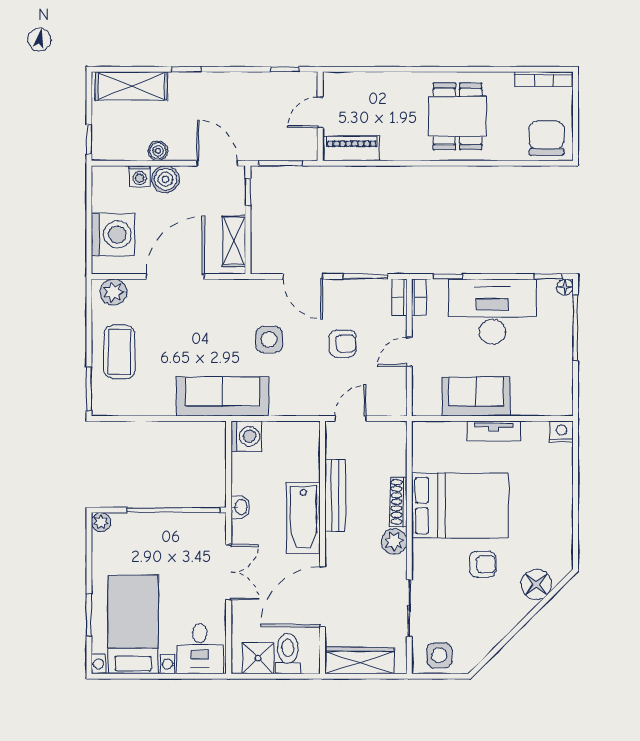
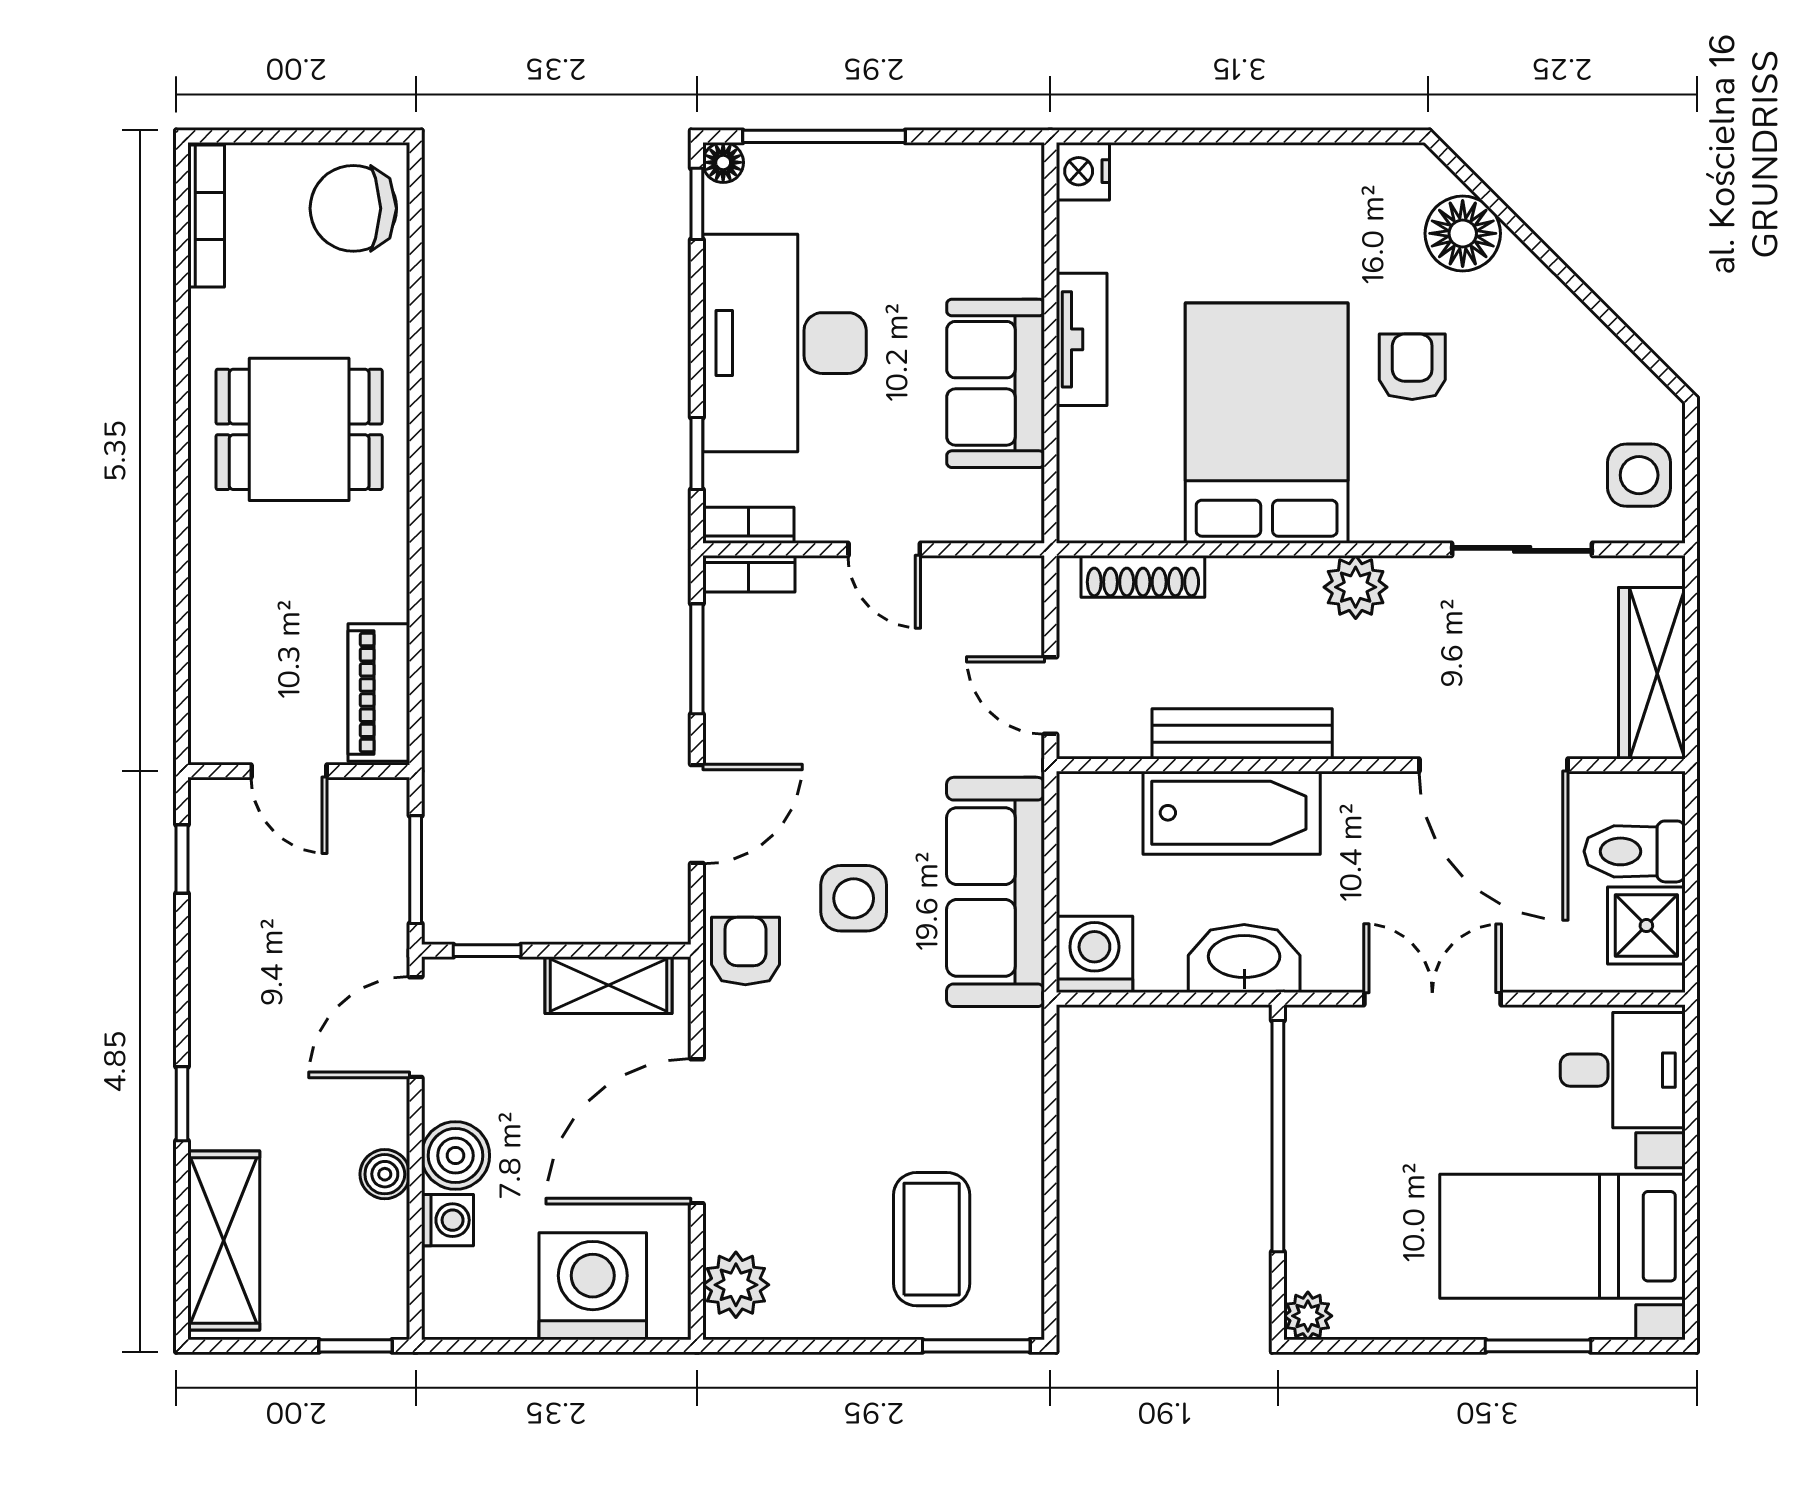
door: (175, 276) -> (697, 1131), hinge flipped
armchair: (343, 344) -> (745, 951), moved
coffee table: (119, 352) -> (932, 1239), moved, turned 90
sofa: (223, 397) -> (996, 892), moved
shoe rack: (398, 502) -> (1143, 576), moved
washbasin: (241, 507) -> (1244, 959), width x1.91, depth x1.45
bathtub: (303, 518) -> (1232, 813), moved

